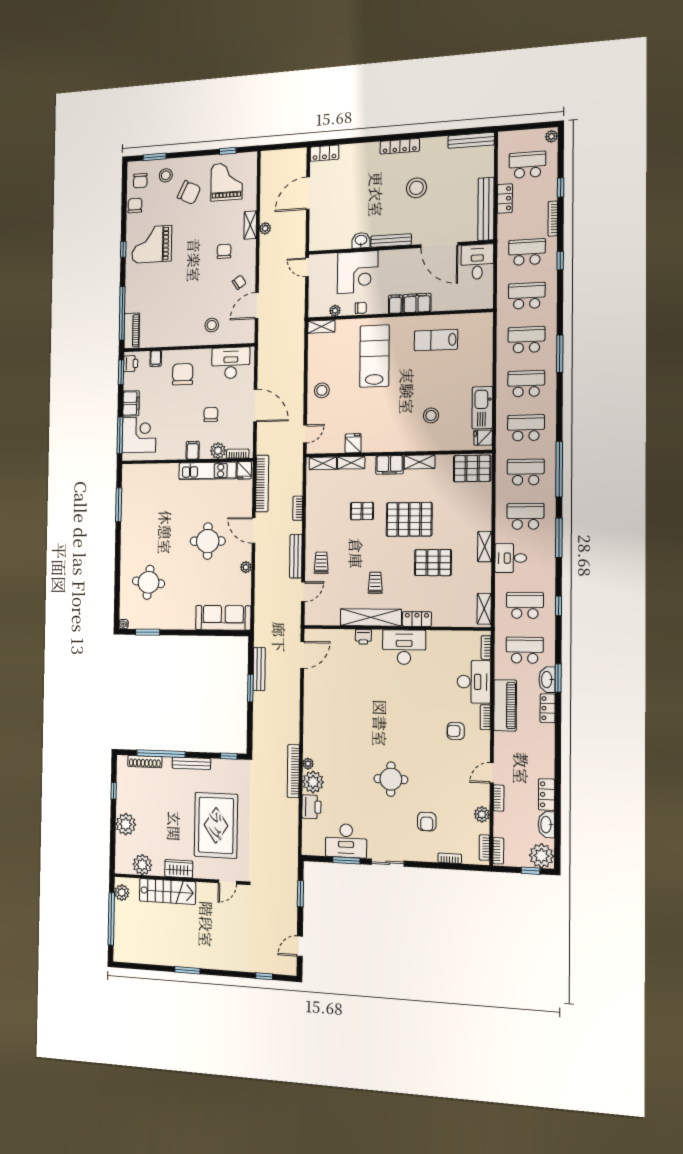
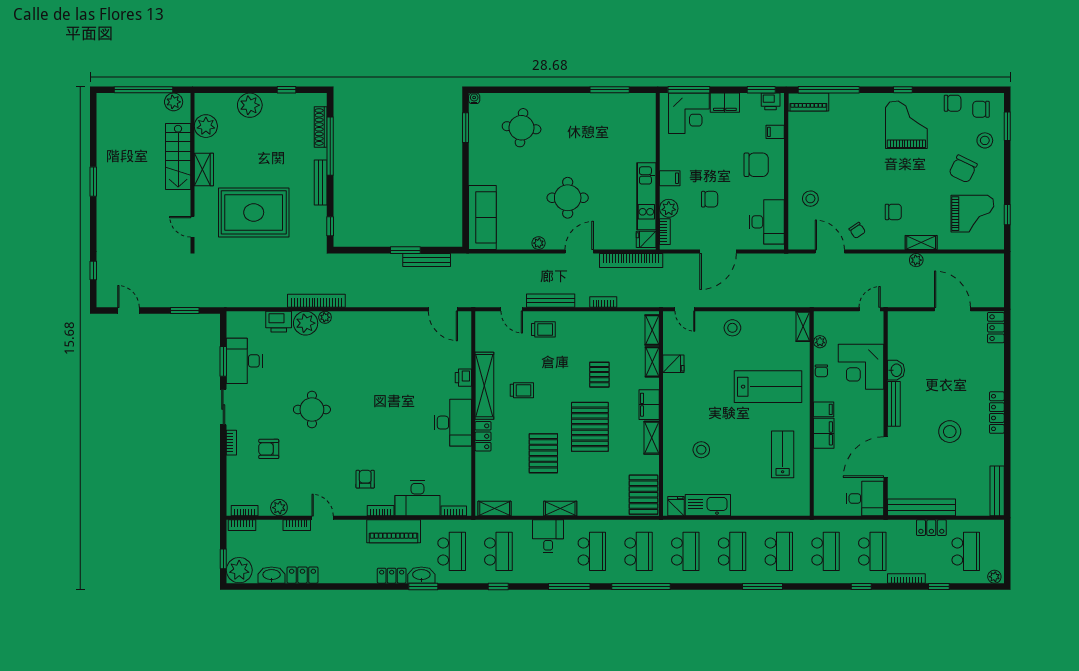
bookcase: (450, 858) -> (231, 443), moved

